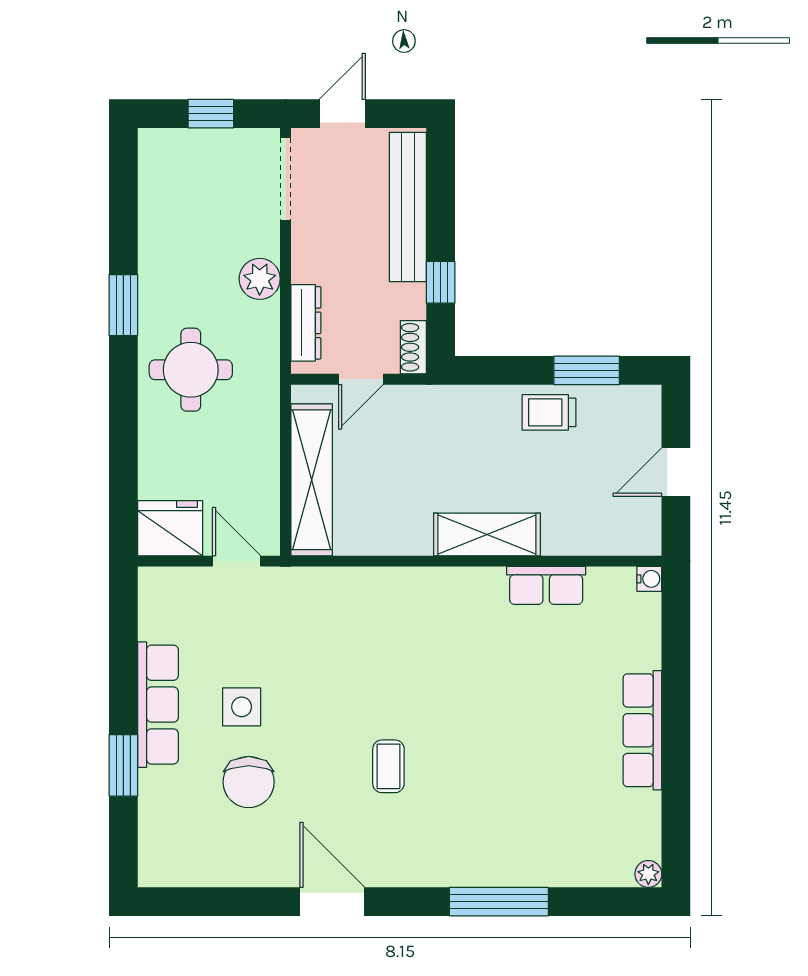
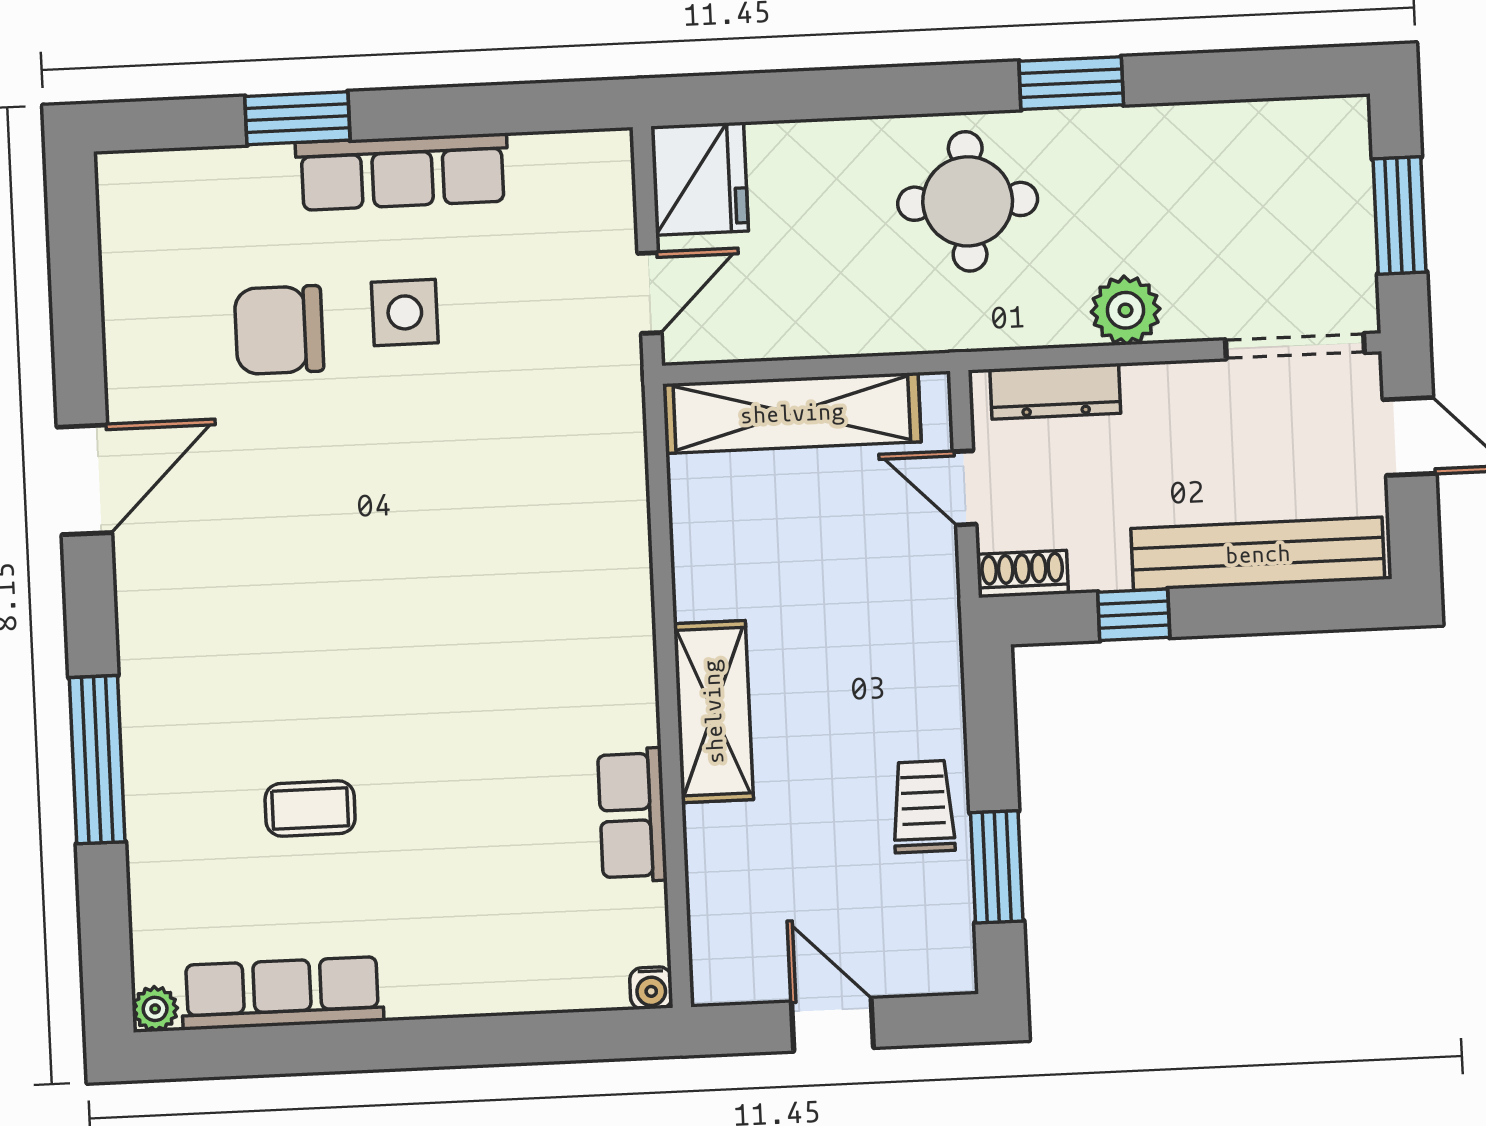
window: (211, 114) -> (1400, 215), width x1.50
row of seats: (642, 730) -> (282, 993), moved
coffee table: (388, 766) -> (310, 809), moved

